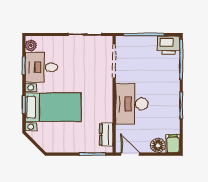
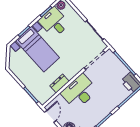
dresser: (106, 135) -> (60, 84), moved

